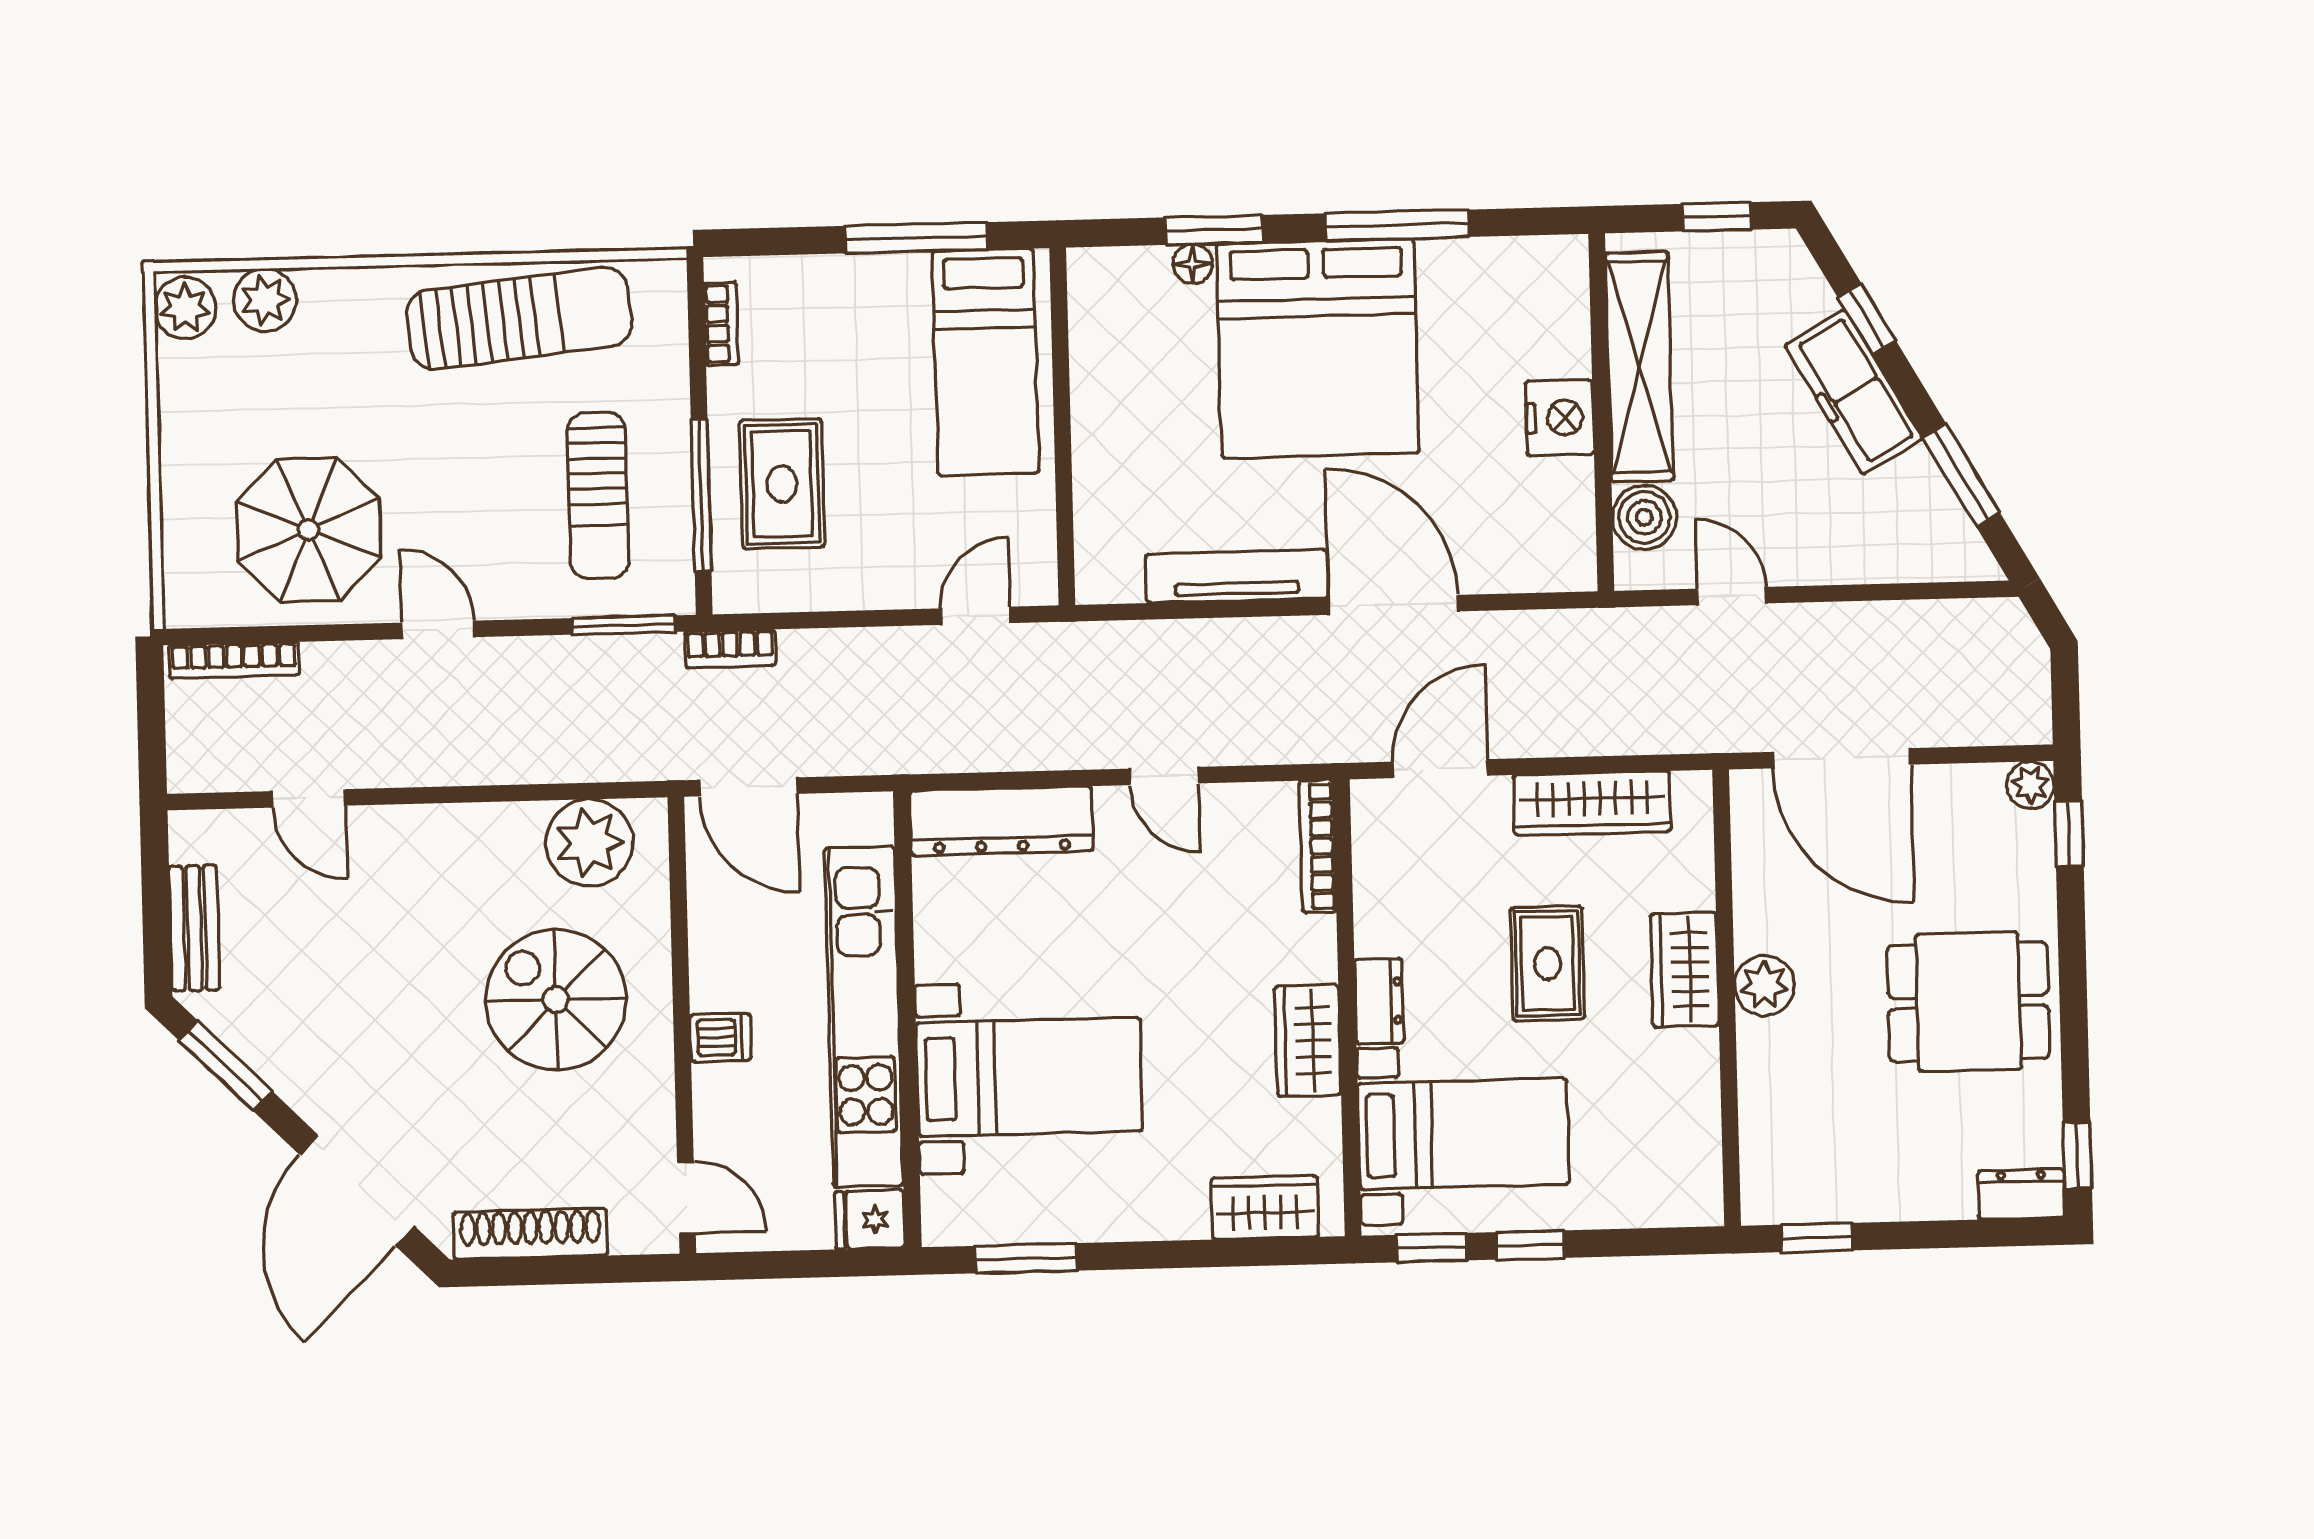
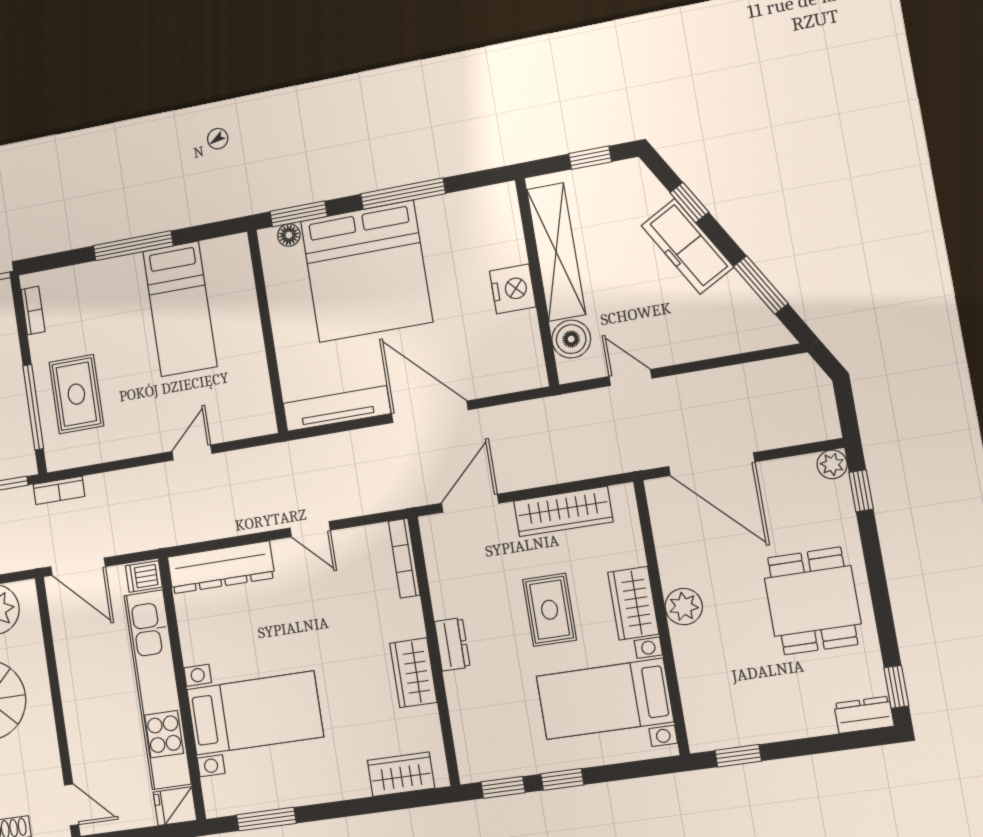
wall: (1062, 426) -> (267, 331), moved
dining table: (1968, 1002) -> (813, 601), turned 90
dishwasher: (721, 1037) -> (144, 577), moved, turned 180
bed with nightstands: (1463, 1134) -> (605, 699), moved, turned 180

